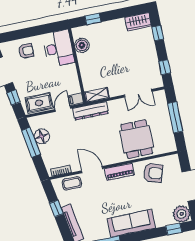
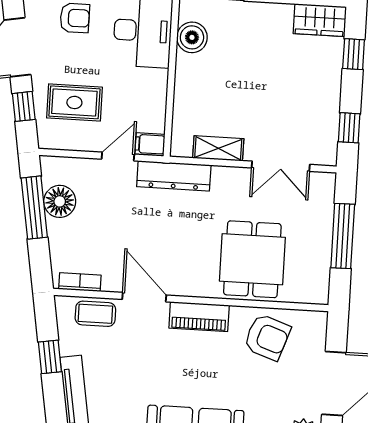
shelving: (97, 95) -> (218, 148), moved
rug: (39, 103) -> (74, 102), moved

